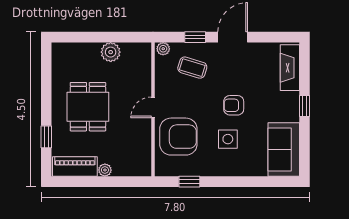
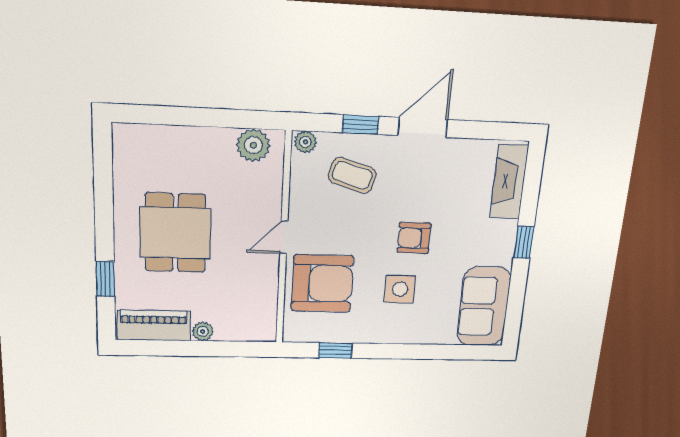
plant: (111, 52) -> (253, 145), moved

